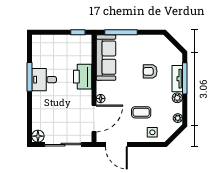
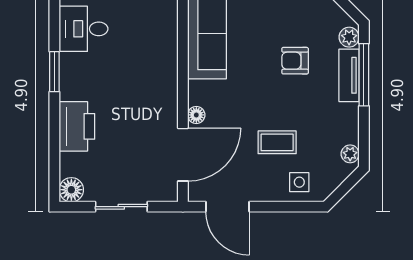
window: (29, 77) -> (54, 72), width x0.69
printer: (83, 77) -> (77, 126), moved, turned 180
desk: (44, 80) -> (84, 29), moved
plant: (177, 98) -> (349, 37), moved
sliding door: (63, 145) -> (121, 207), width x0.73

